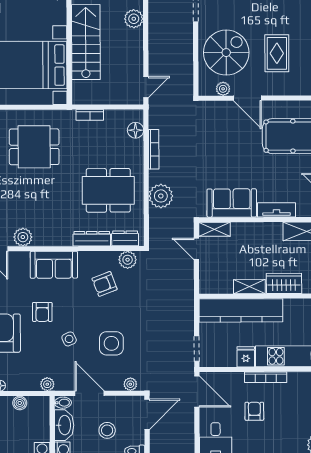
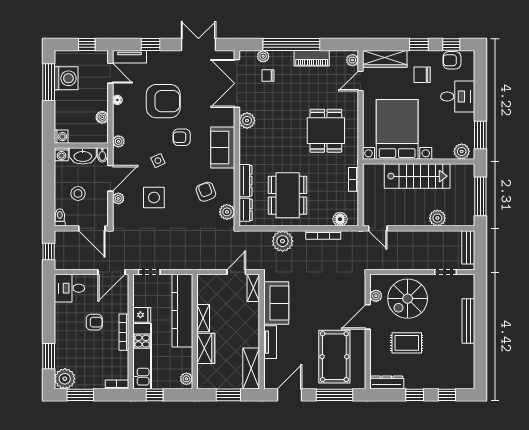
spiral stairs: (226, 53) -> (408, 299), turned 90
plant: (130, 384) -> (118, 198), moved

